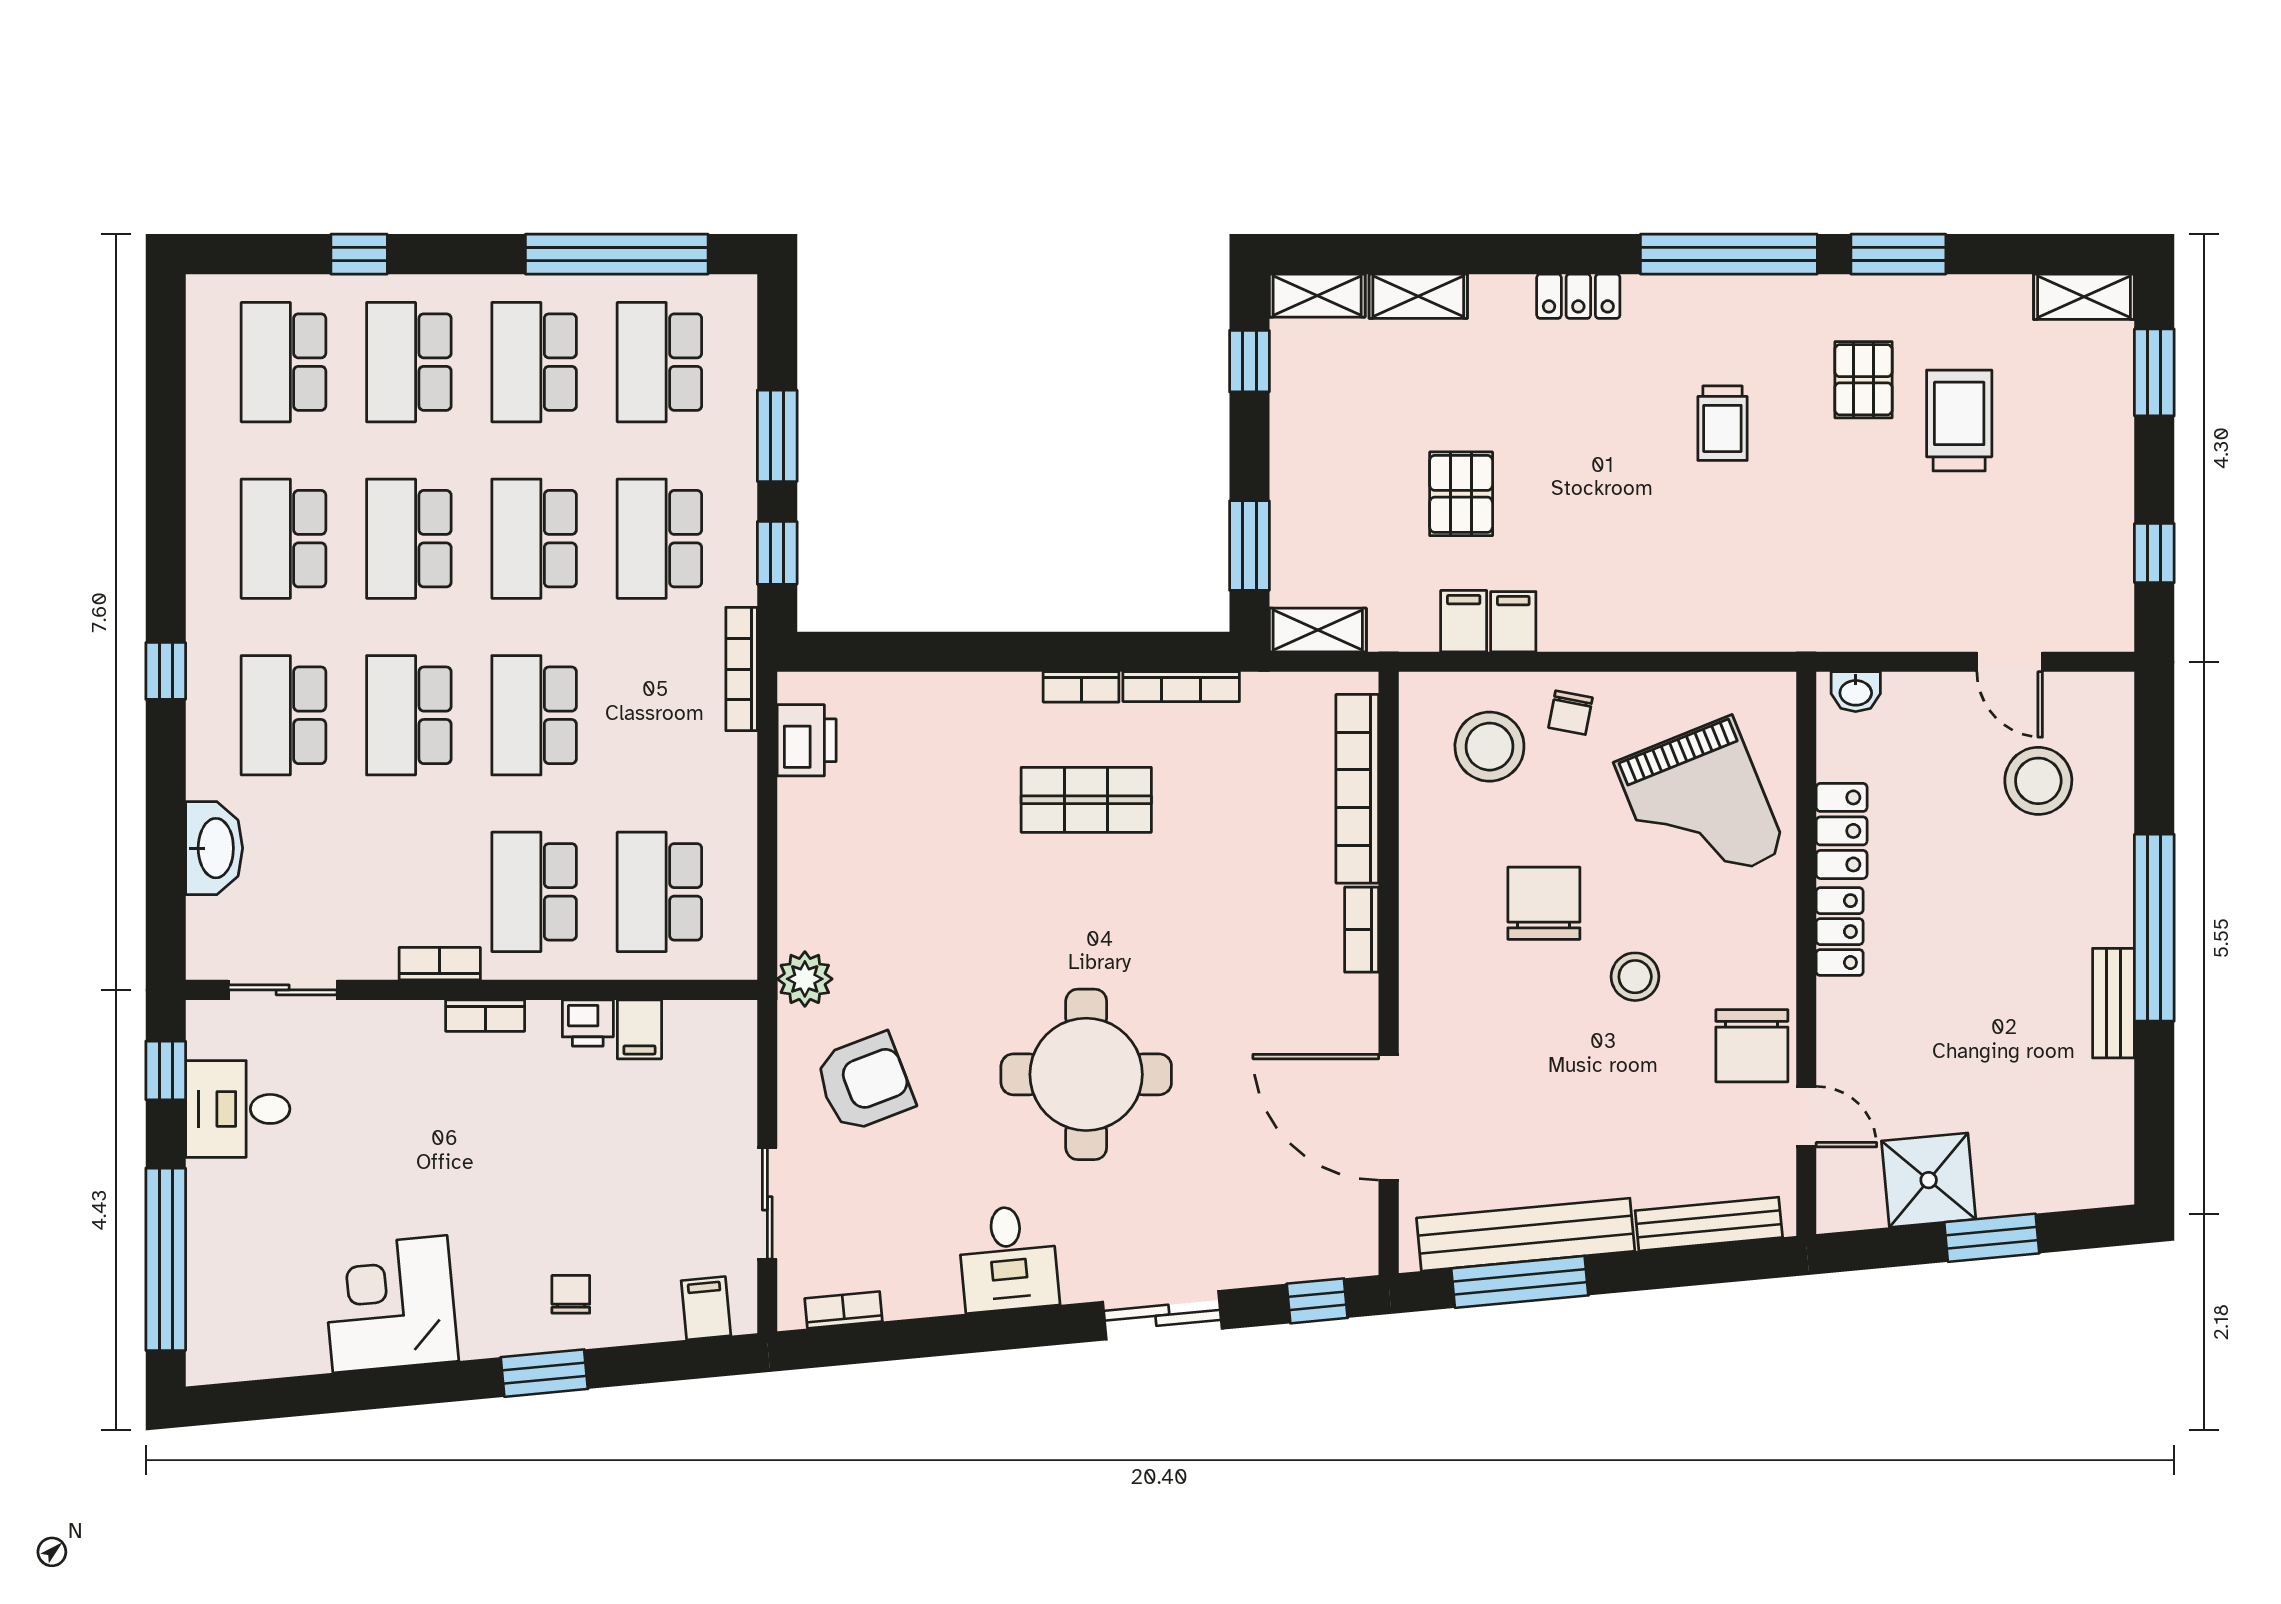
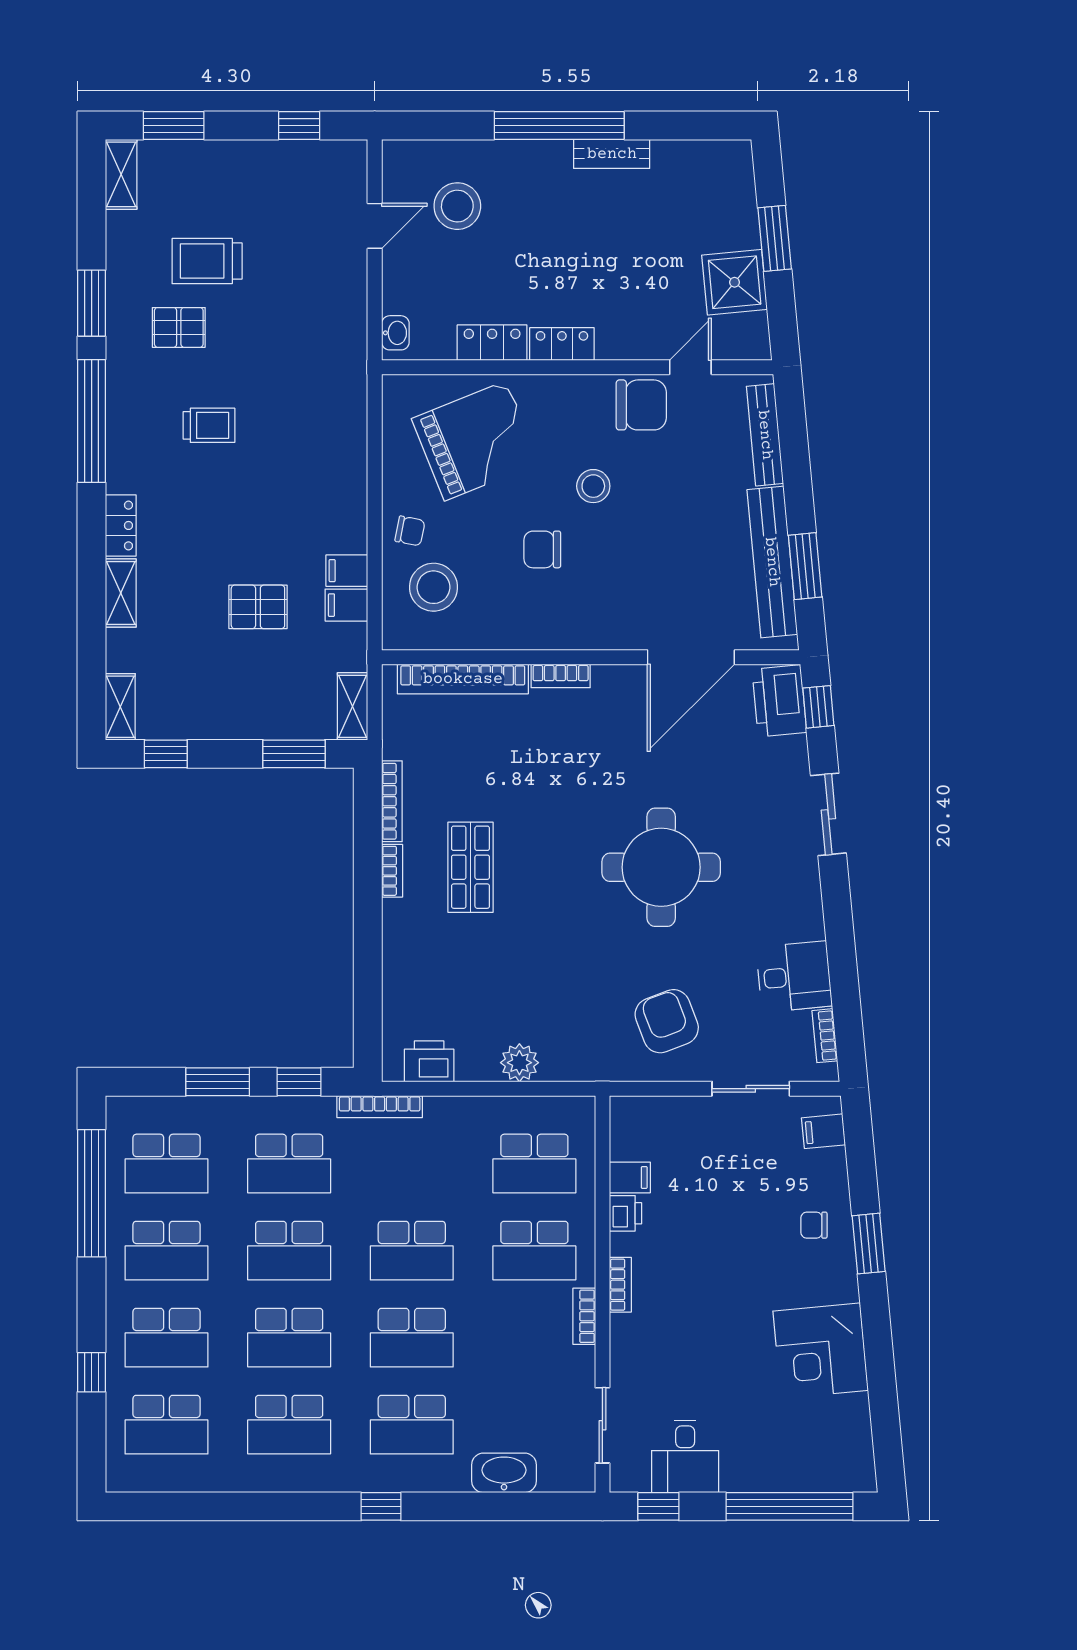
shelving: (1418, 296) -> (121, 593), moved
chair: (1544, 903) -> (542, 549), width x0.73, depth x0.73
plant: (805, 979) -> (519, 1063), moved
printer: (1326, 1245) -> (779, 701), added
desk: (1008, 1259) -> (794, 977), moved
window: (1520, 1282) -> (805, 566), width x0.69

